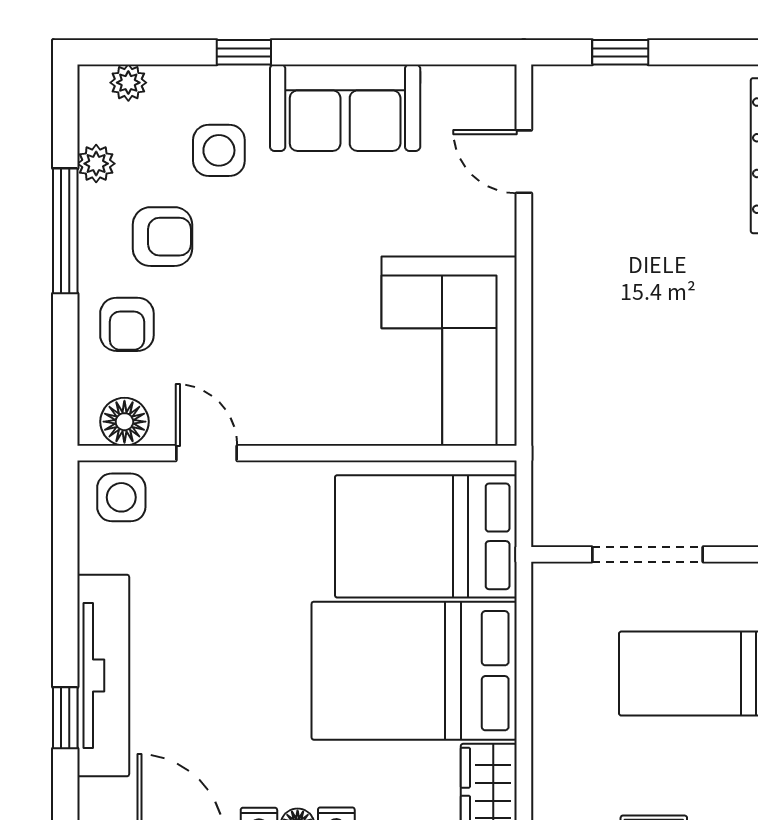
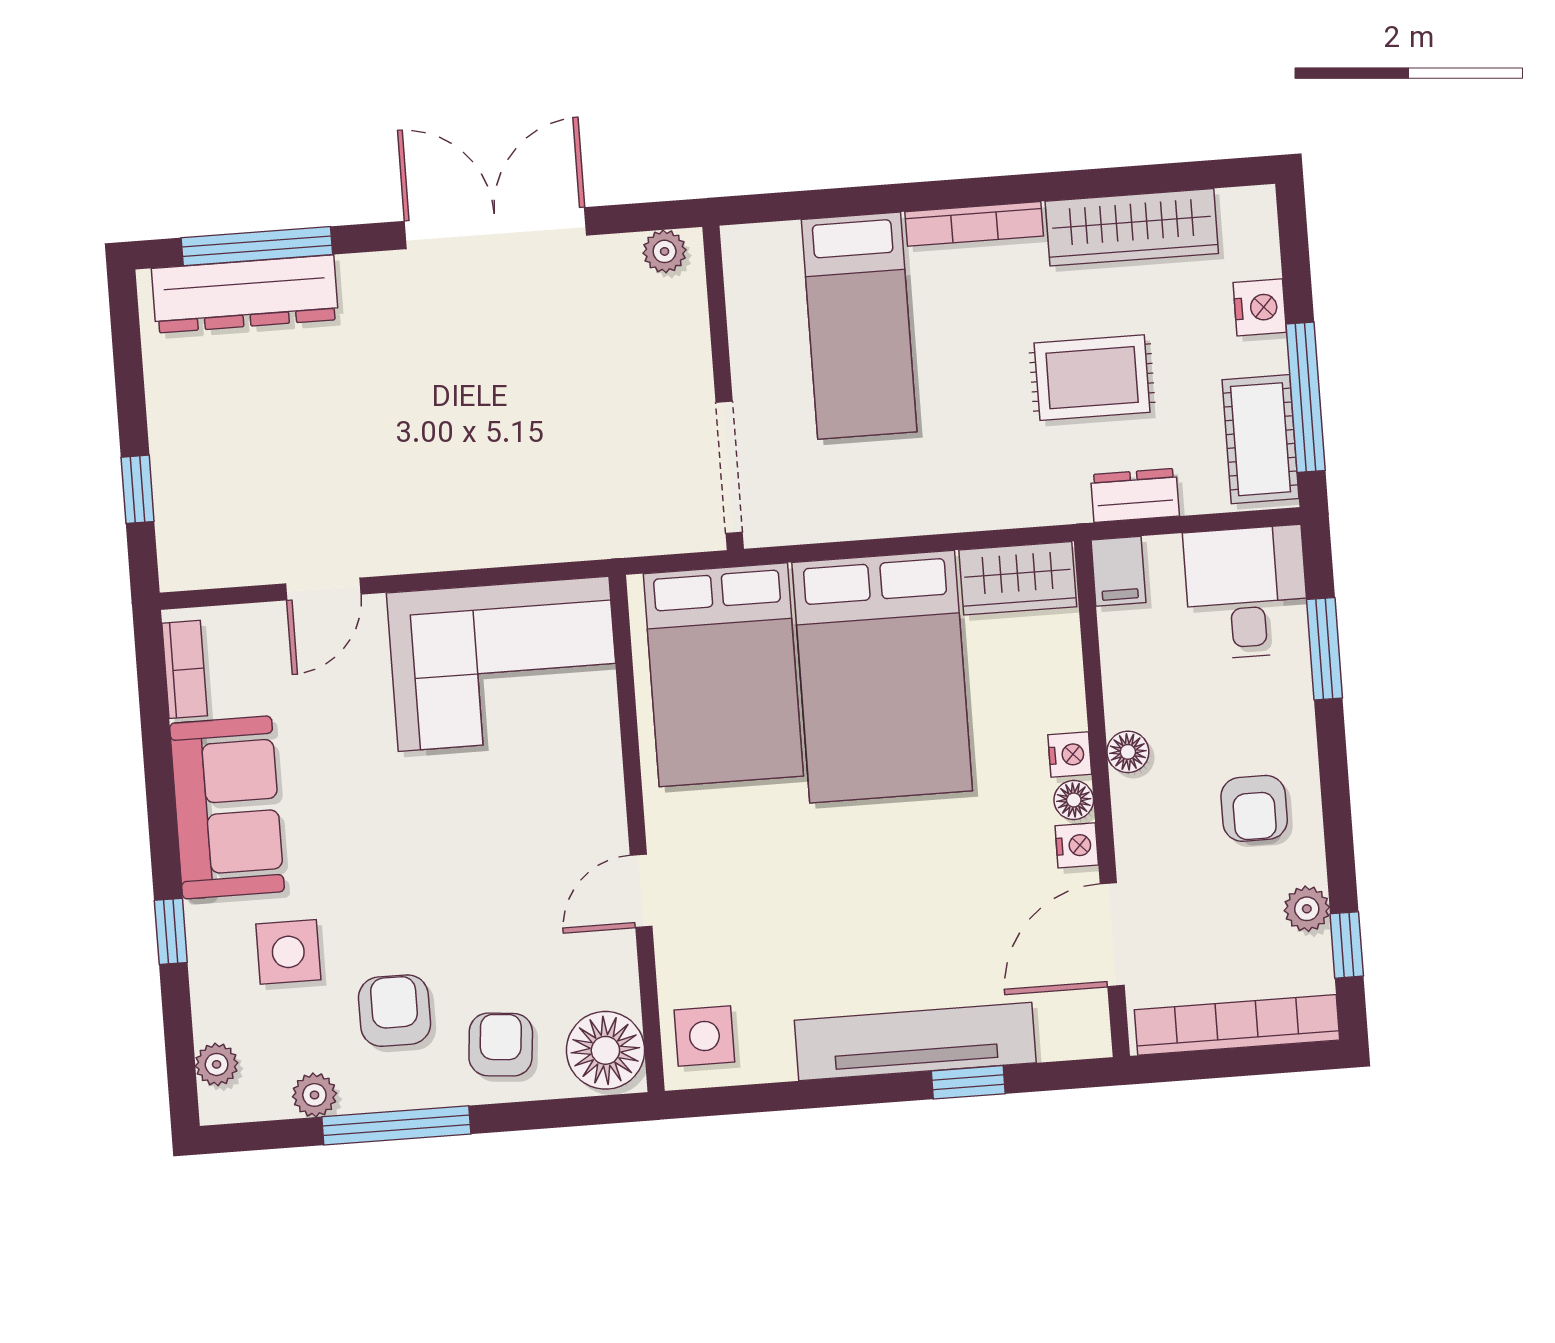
bookcase: (465, 81) -> (185, 669), added
door: (524, 162) -> (323, 589), moved
armchair: (127, 324) -> (501, 1045), turned -85
floor lamp: (124, 422) -> (605, 1050), width x1.38, depth x1.38
door: (207, 453) -> (641, 891), moved
doorway: (648, 554) -> (729, 467), moved

